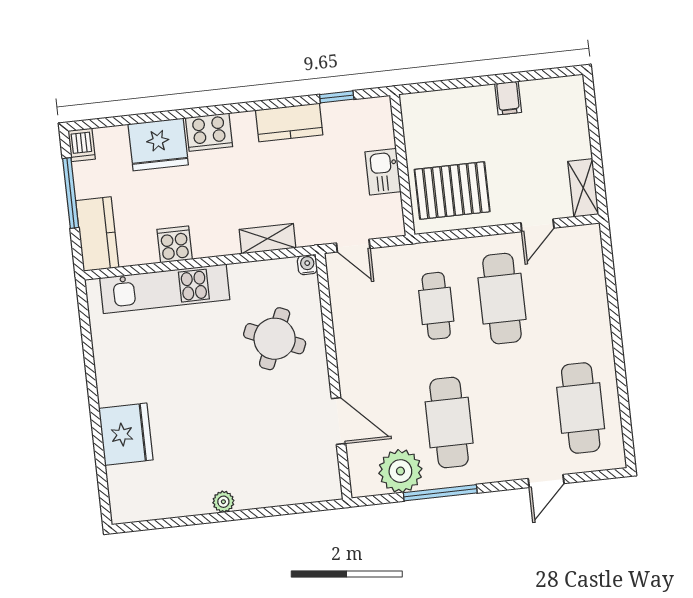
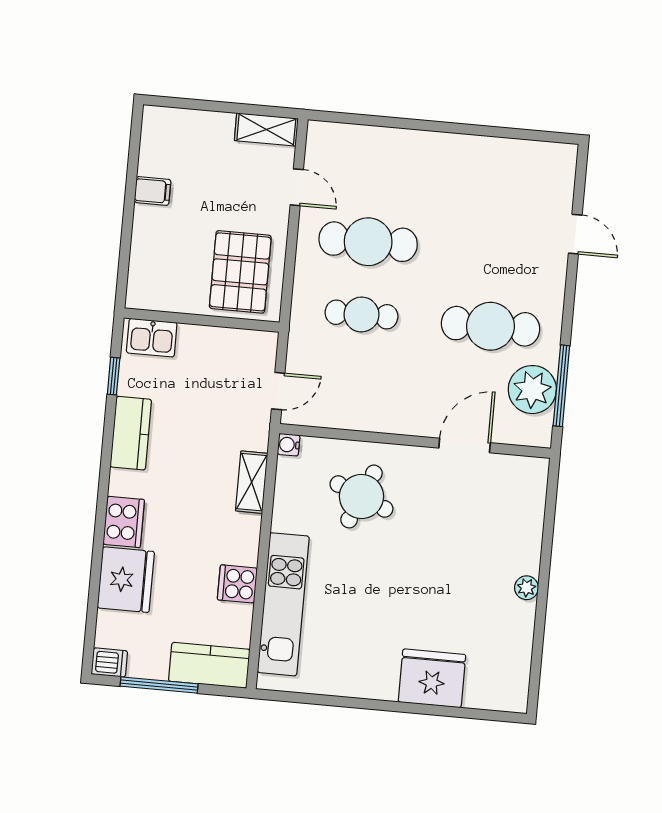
kitchen sink: (383, 172) -> (152, 338), moved
cafe table: (581, 408) -> (504, 181), removed
window: (440, 493) -> (561, 386), moved

